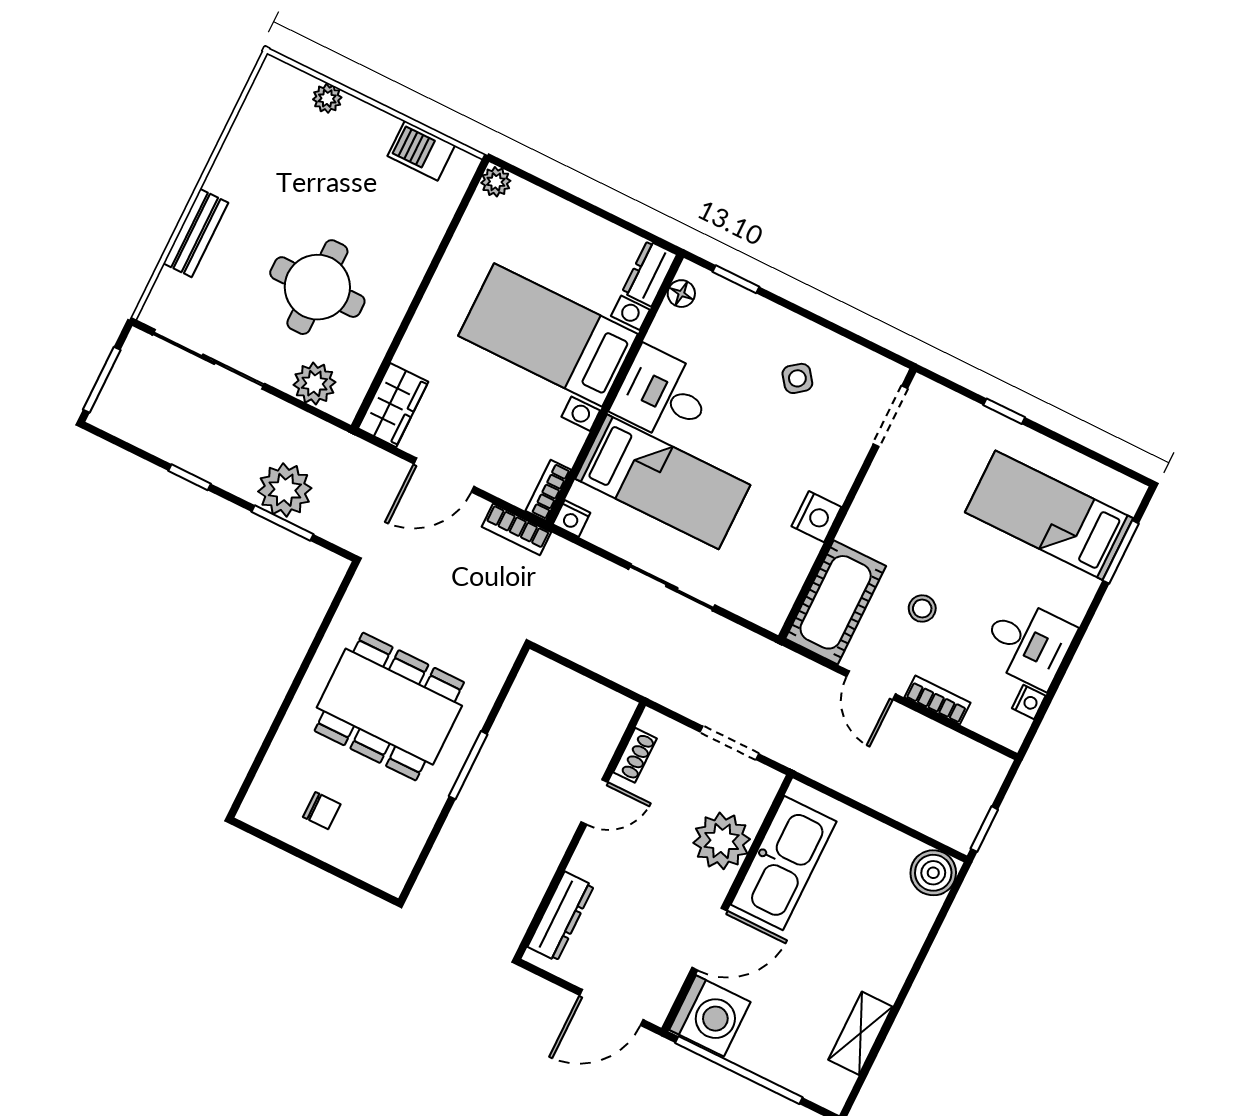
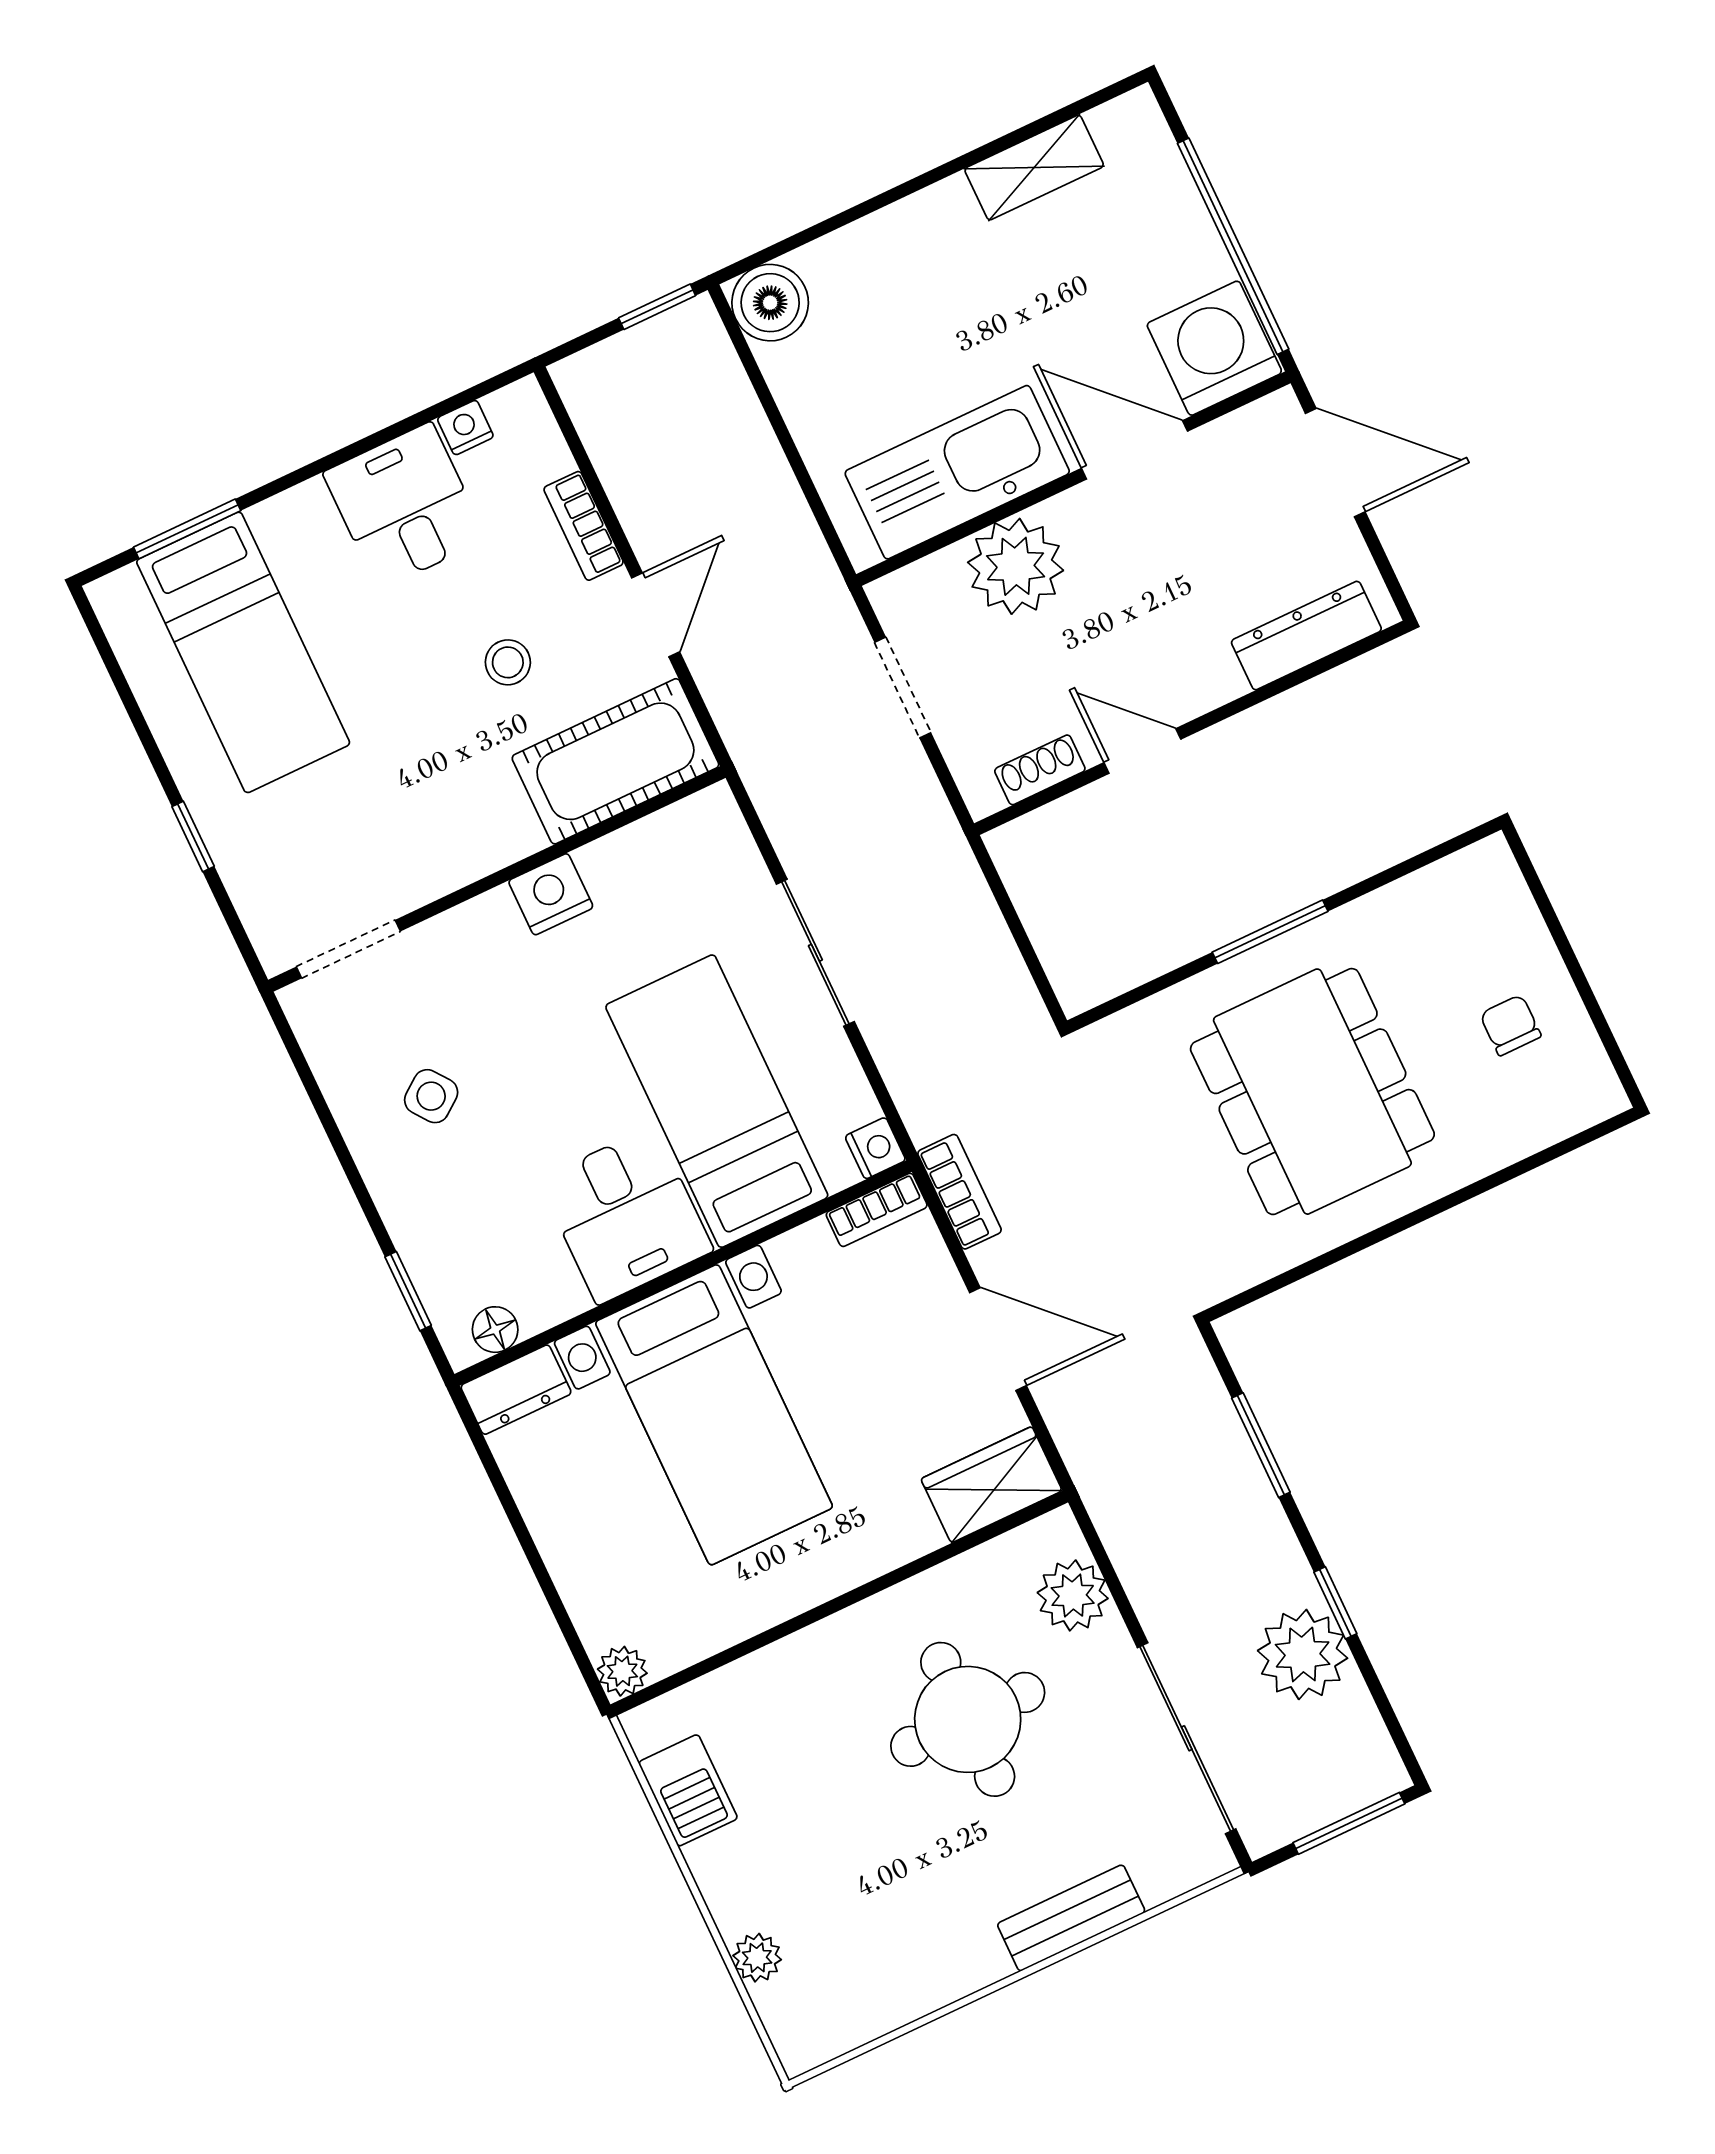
plant: (285, 490) -> (1303, 1654), moved

